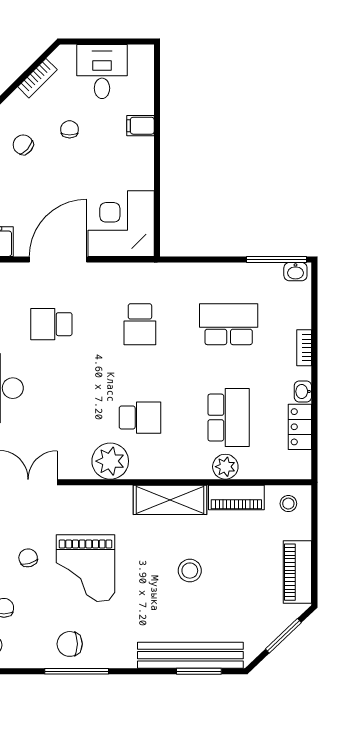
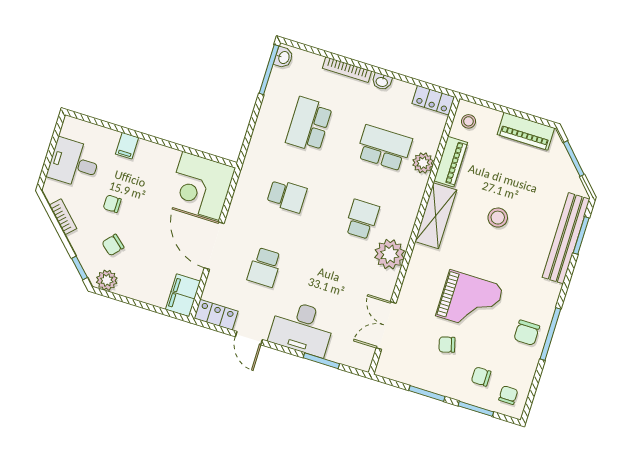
bookcase: (304, 348) -> (347, 70), width x1.56
locker: (300, 427) -> (433, 100), moved

